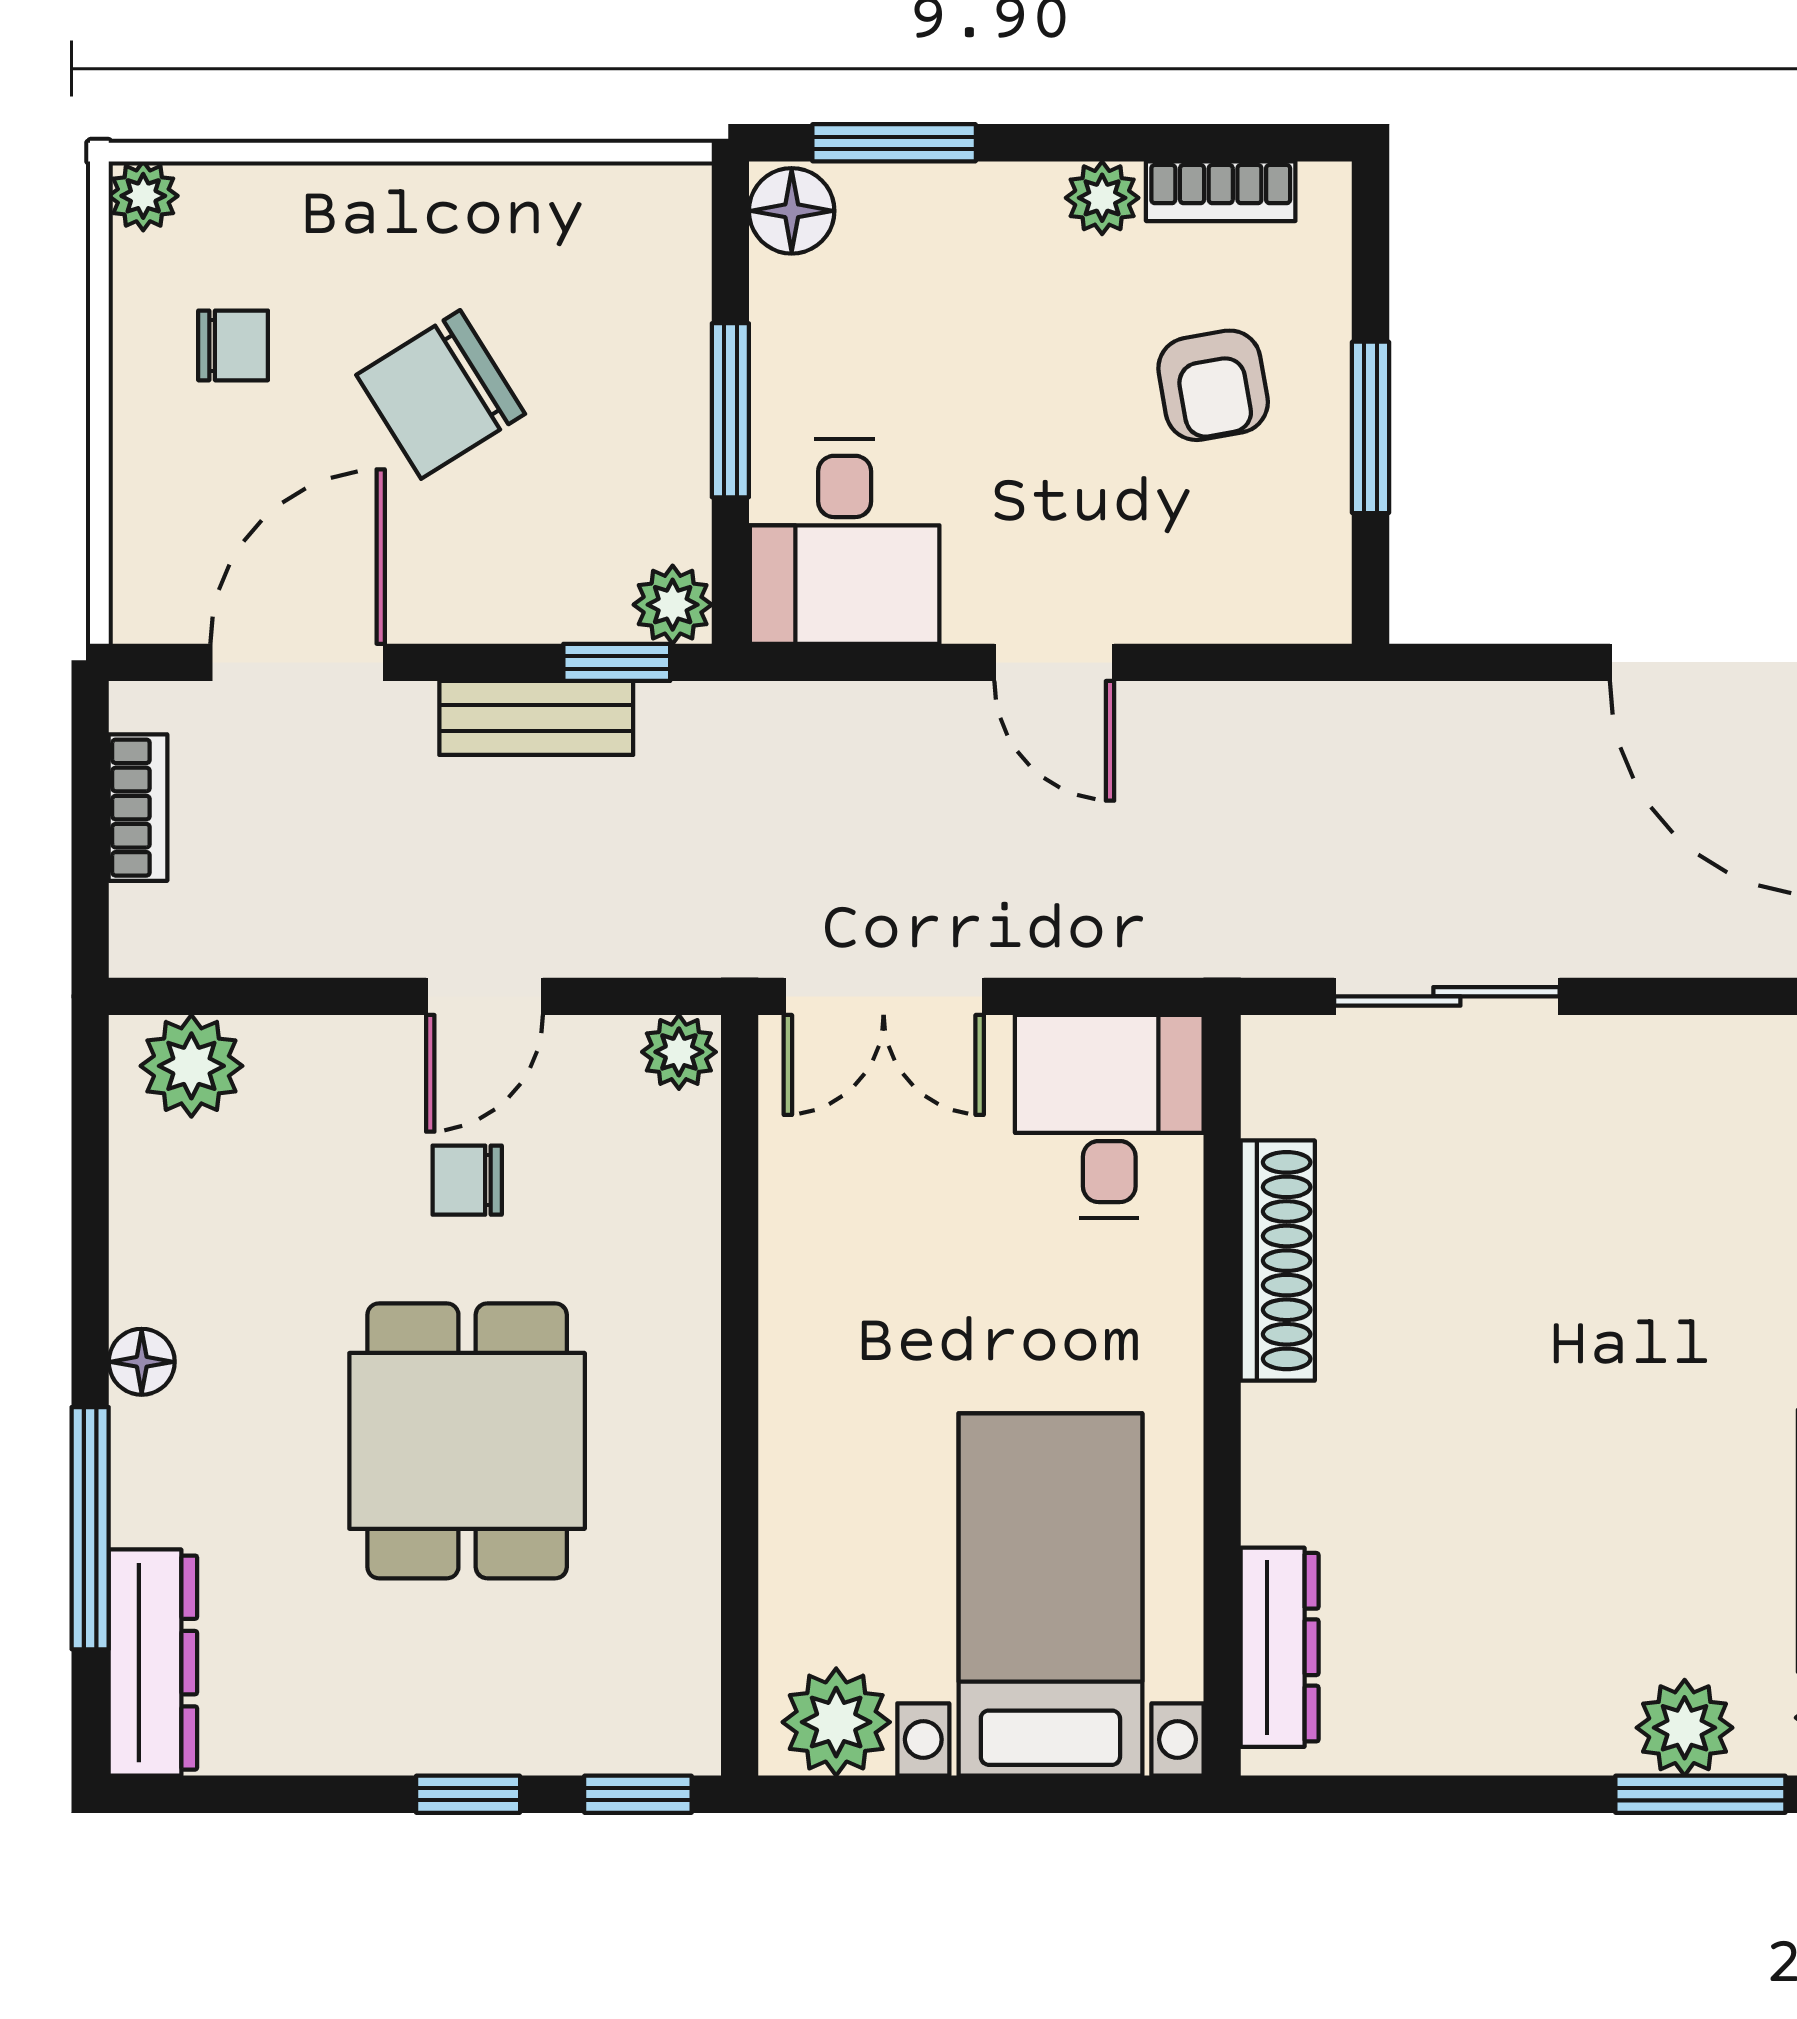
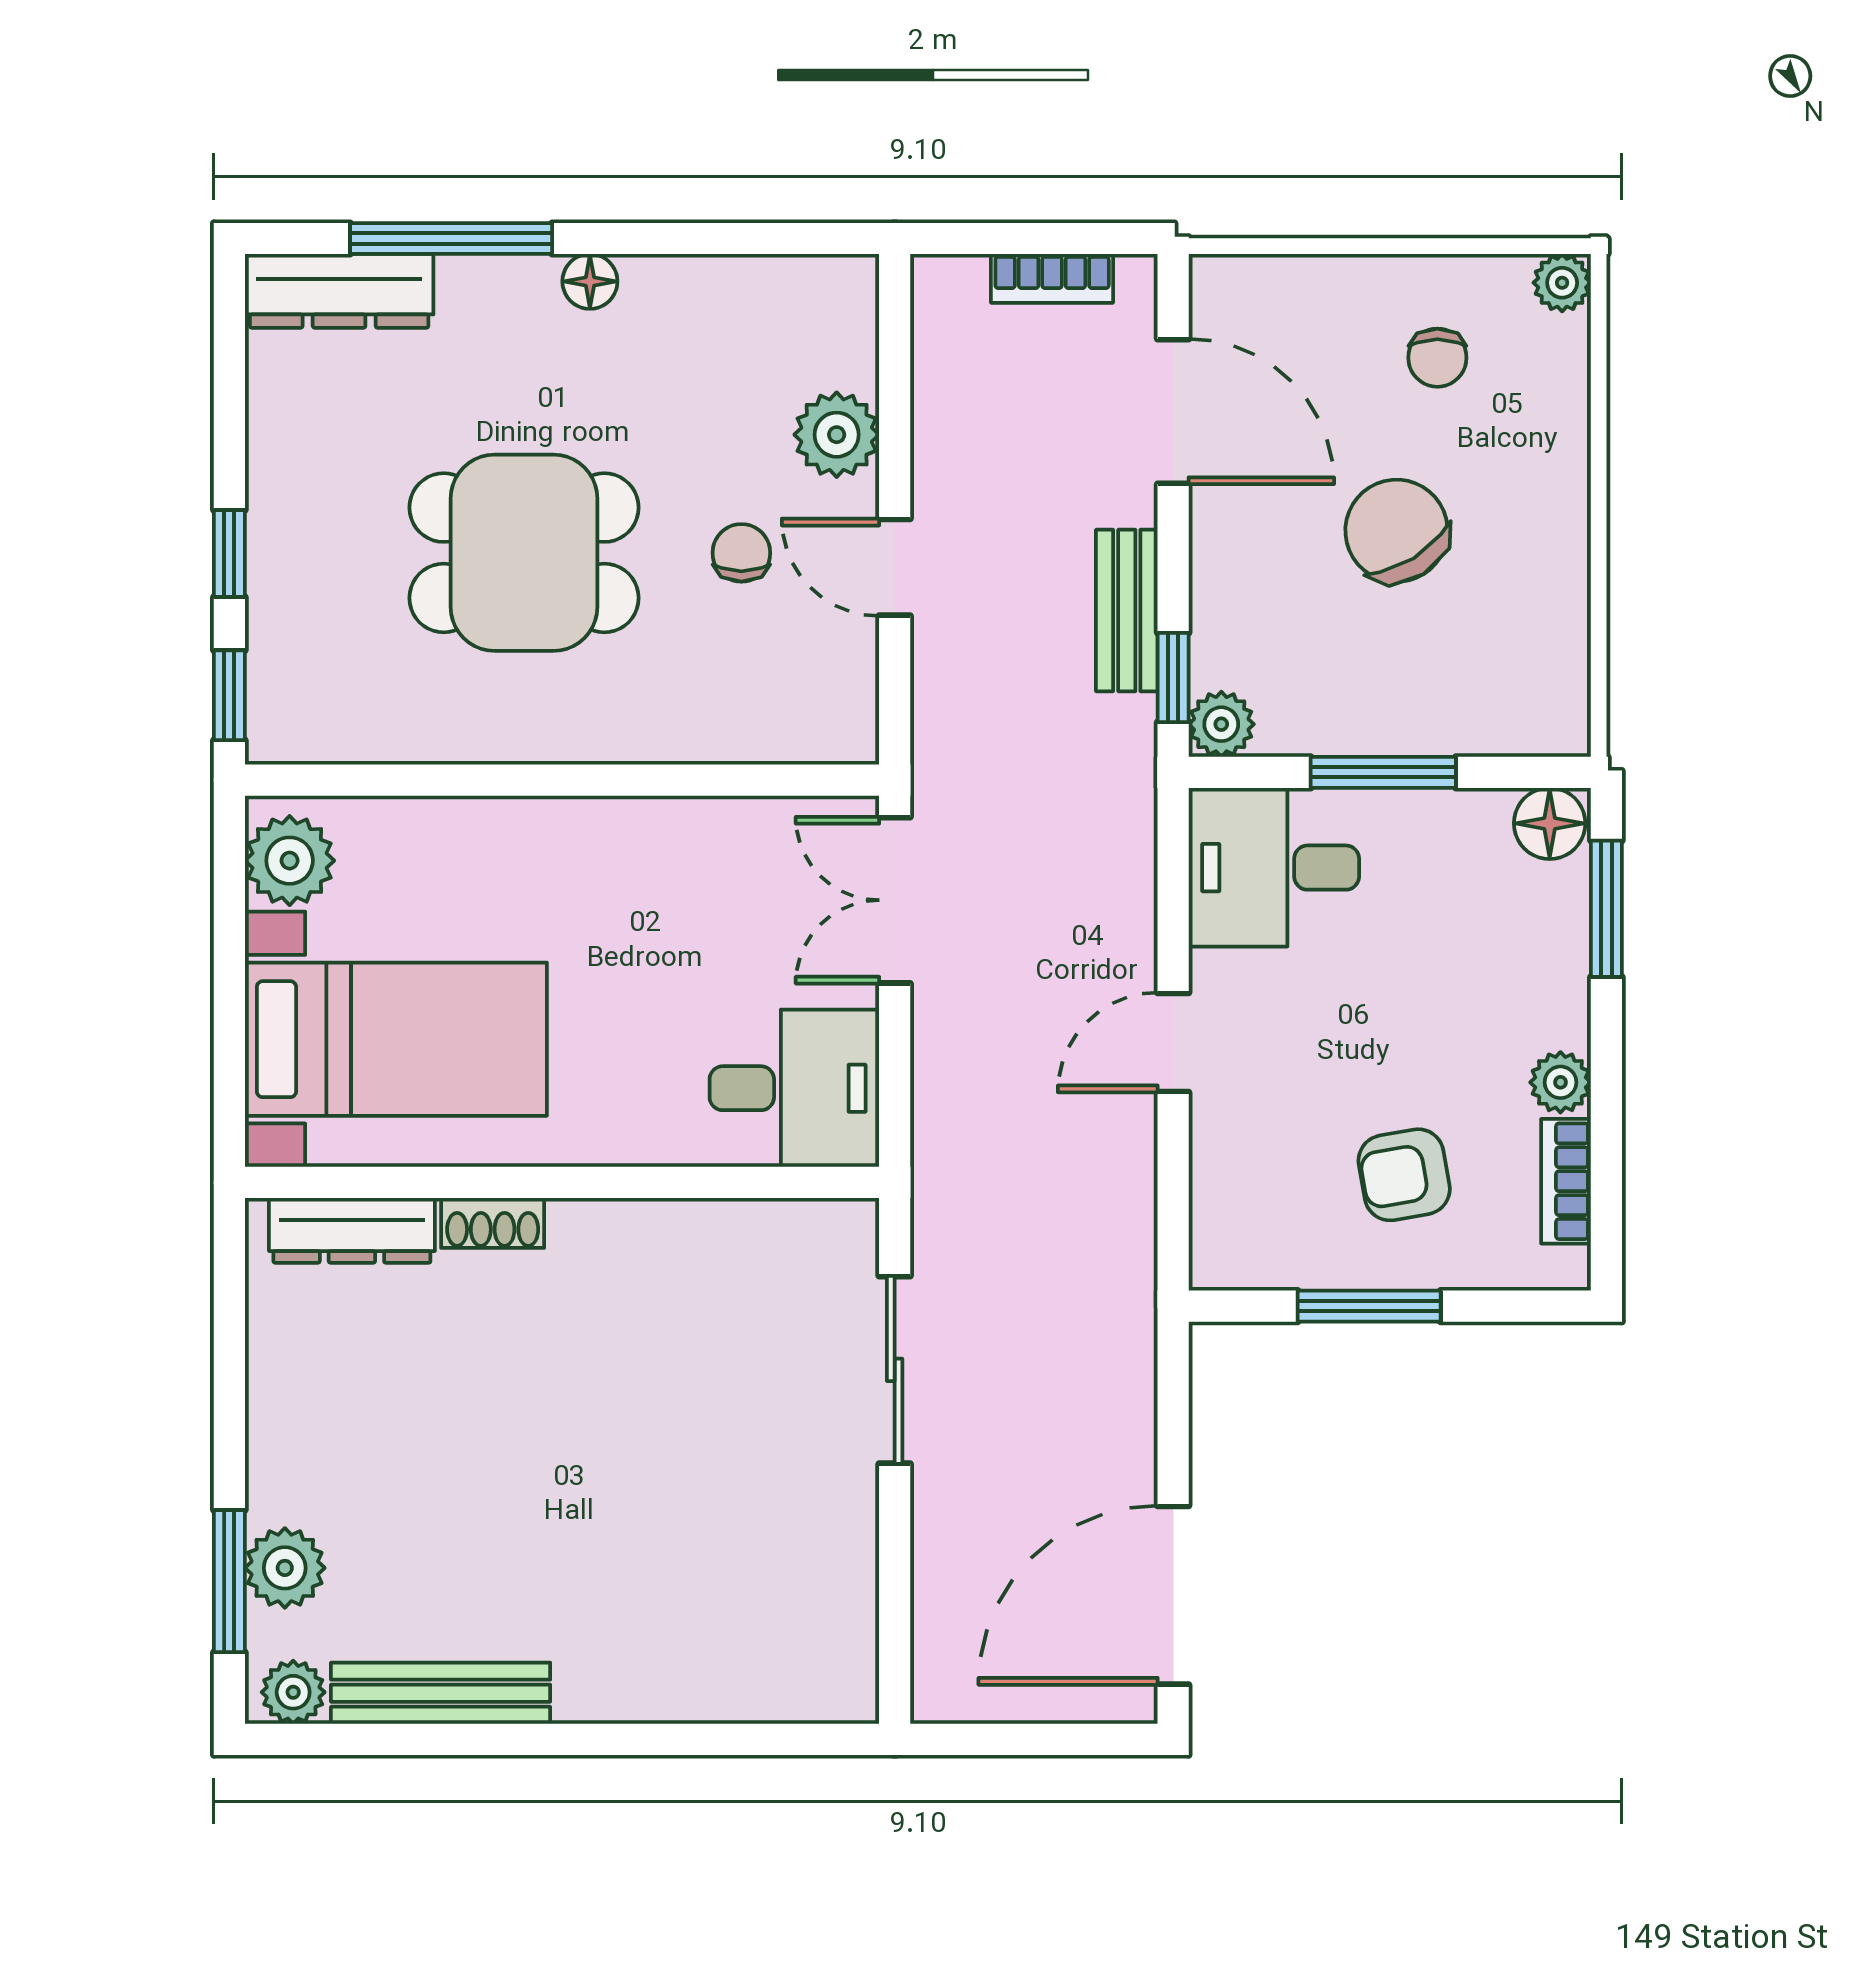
plant: (679, 1052) -> (848, 729), removed
plant: (191, 1066) -> (837, 435), moved
shoe rack: (1278, 1261) -> (493, 1223), moved, width x0.51, depth x0.81

